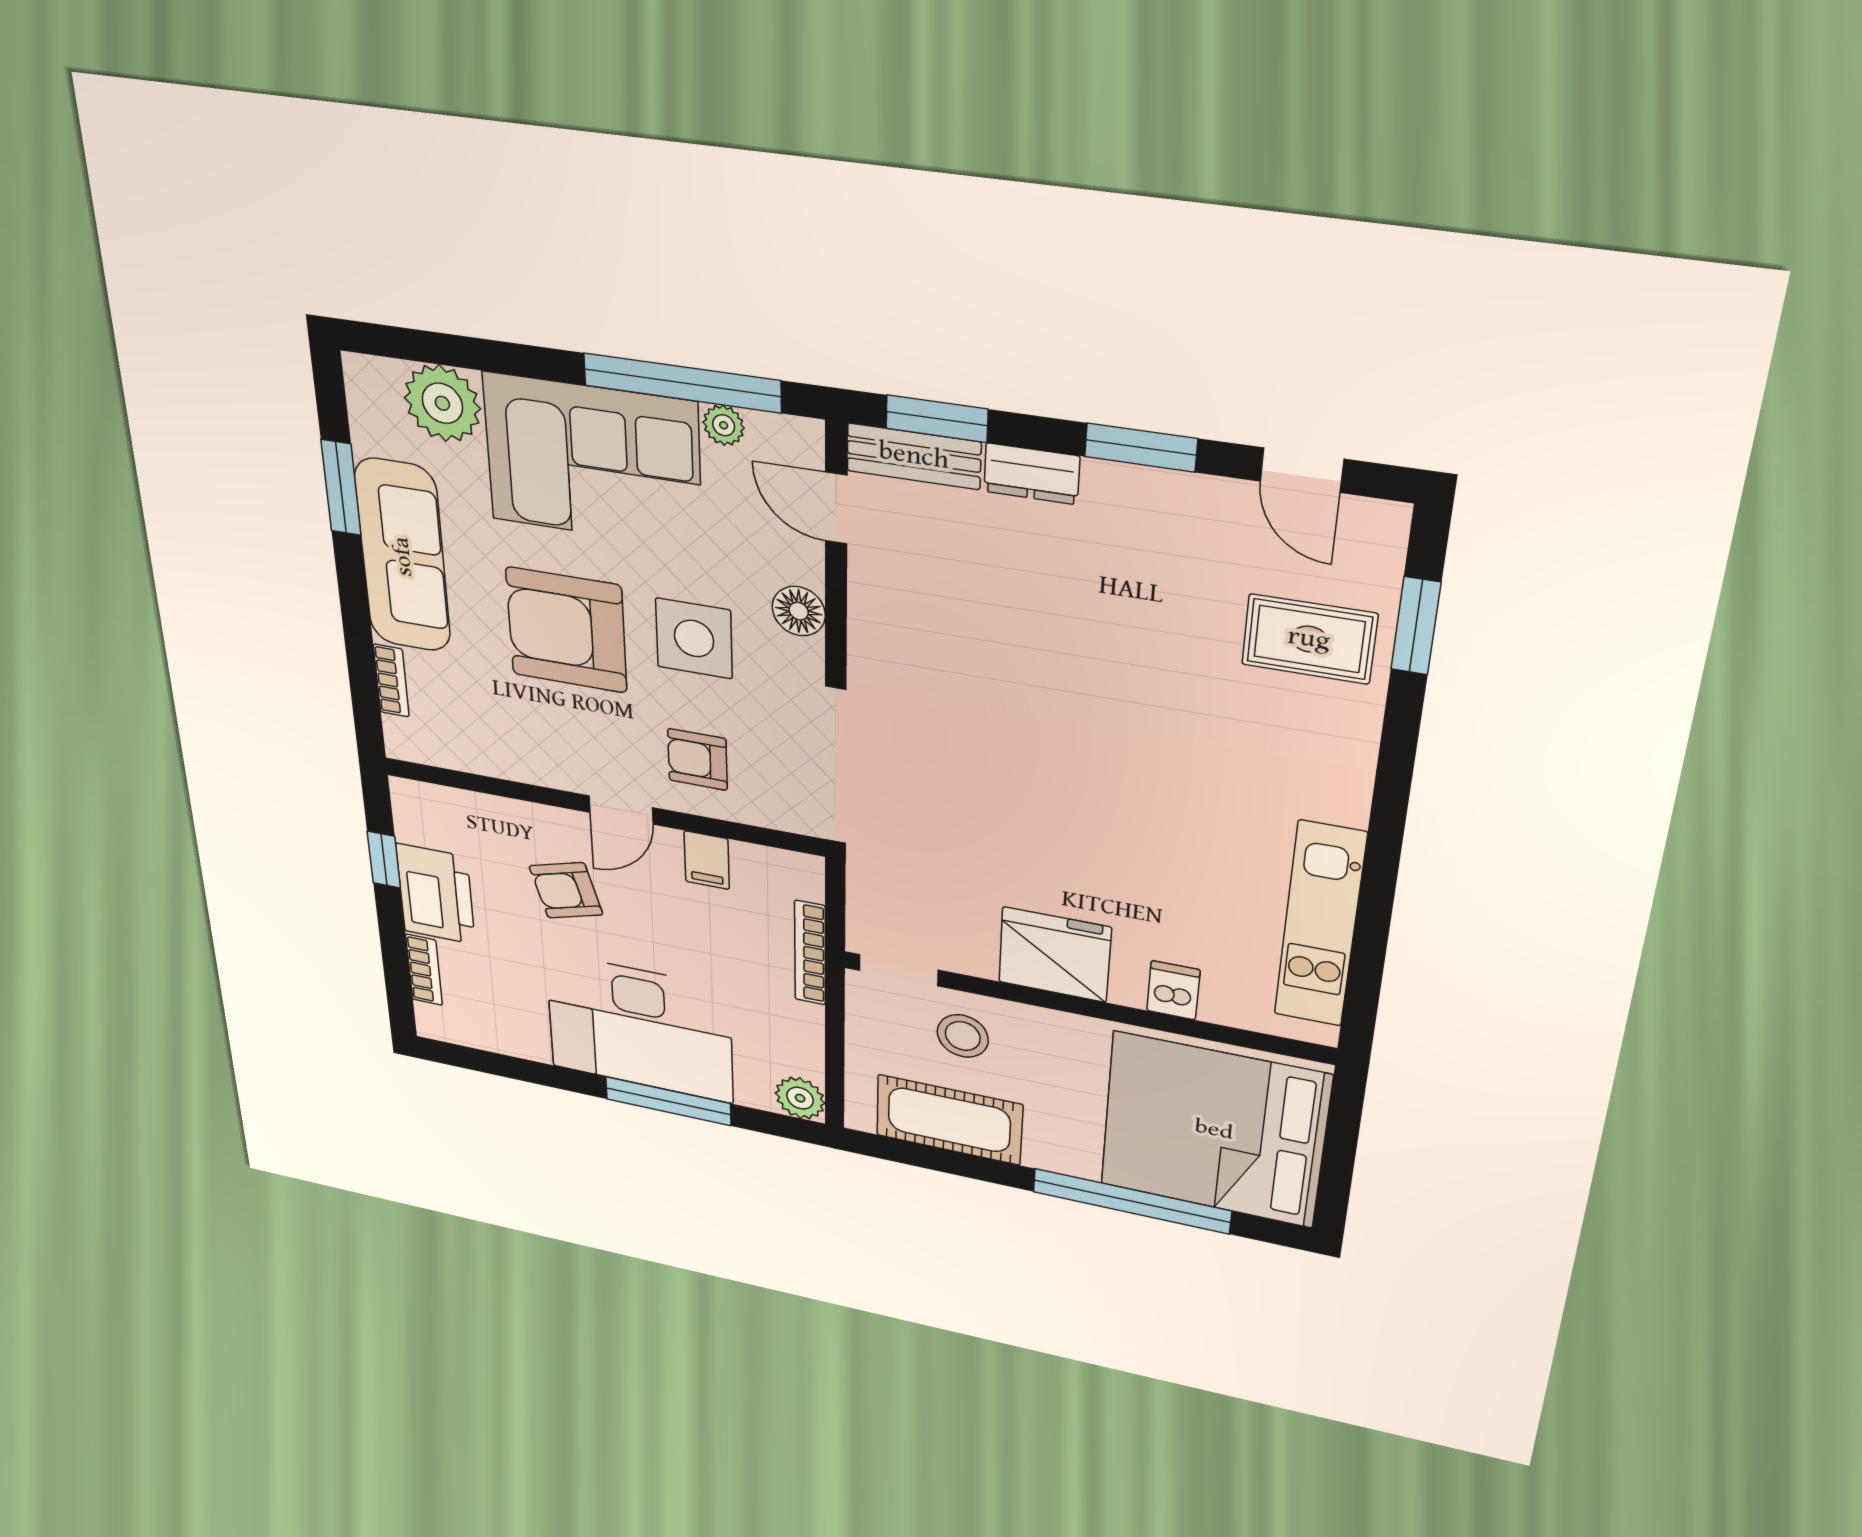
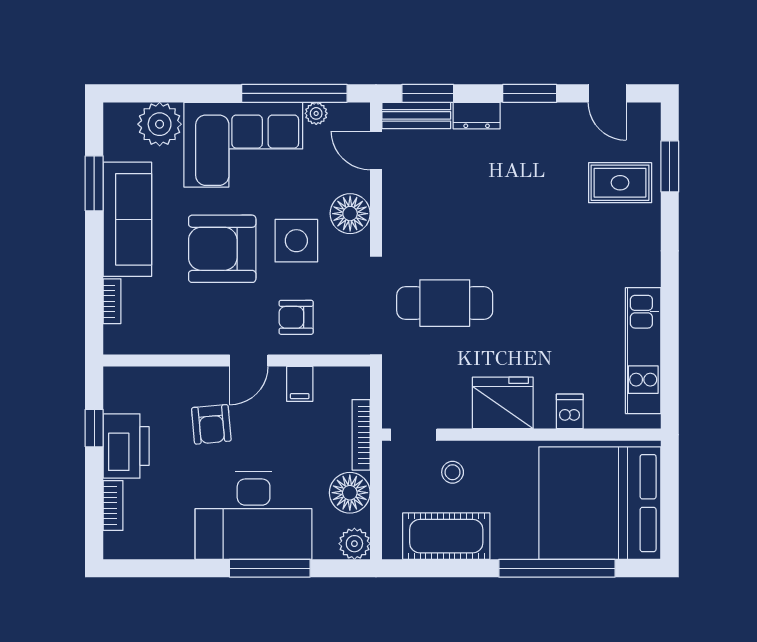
floor lamp: (799, 611) -> (350, 214), width x1.38, depth x1.38
cafe table: (958, 784) -> (445, 303), added
armchair: (566, 890) -> (211, 424), turned -79
floor lamp: (792, 1029) -> (350, 493), added
stool: (963, 1036) -> (453, 472), width x0.73, depth x0.73

